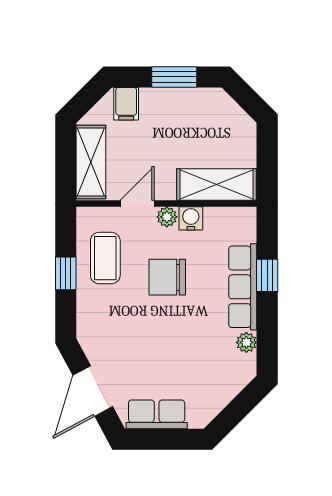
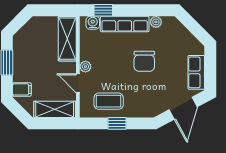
water cooler: (191, 218) -> (93, 23), moved, turned 90
window: (267, 275) -> (103, 10), moved
chair: (167, 277) -> (144, 61), moved
door: (93, 391) -> (183, 108), hinge flipped

